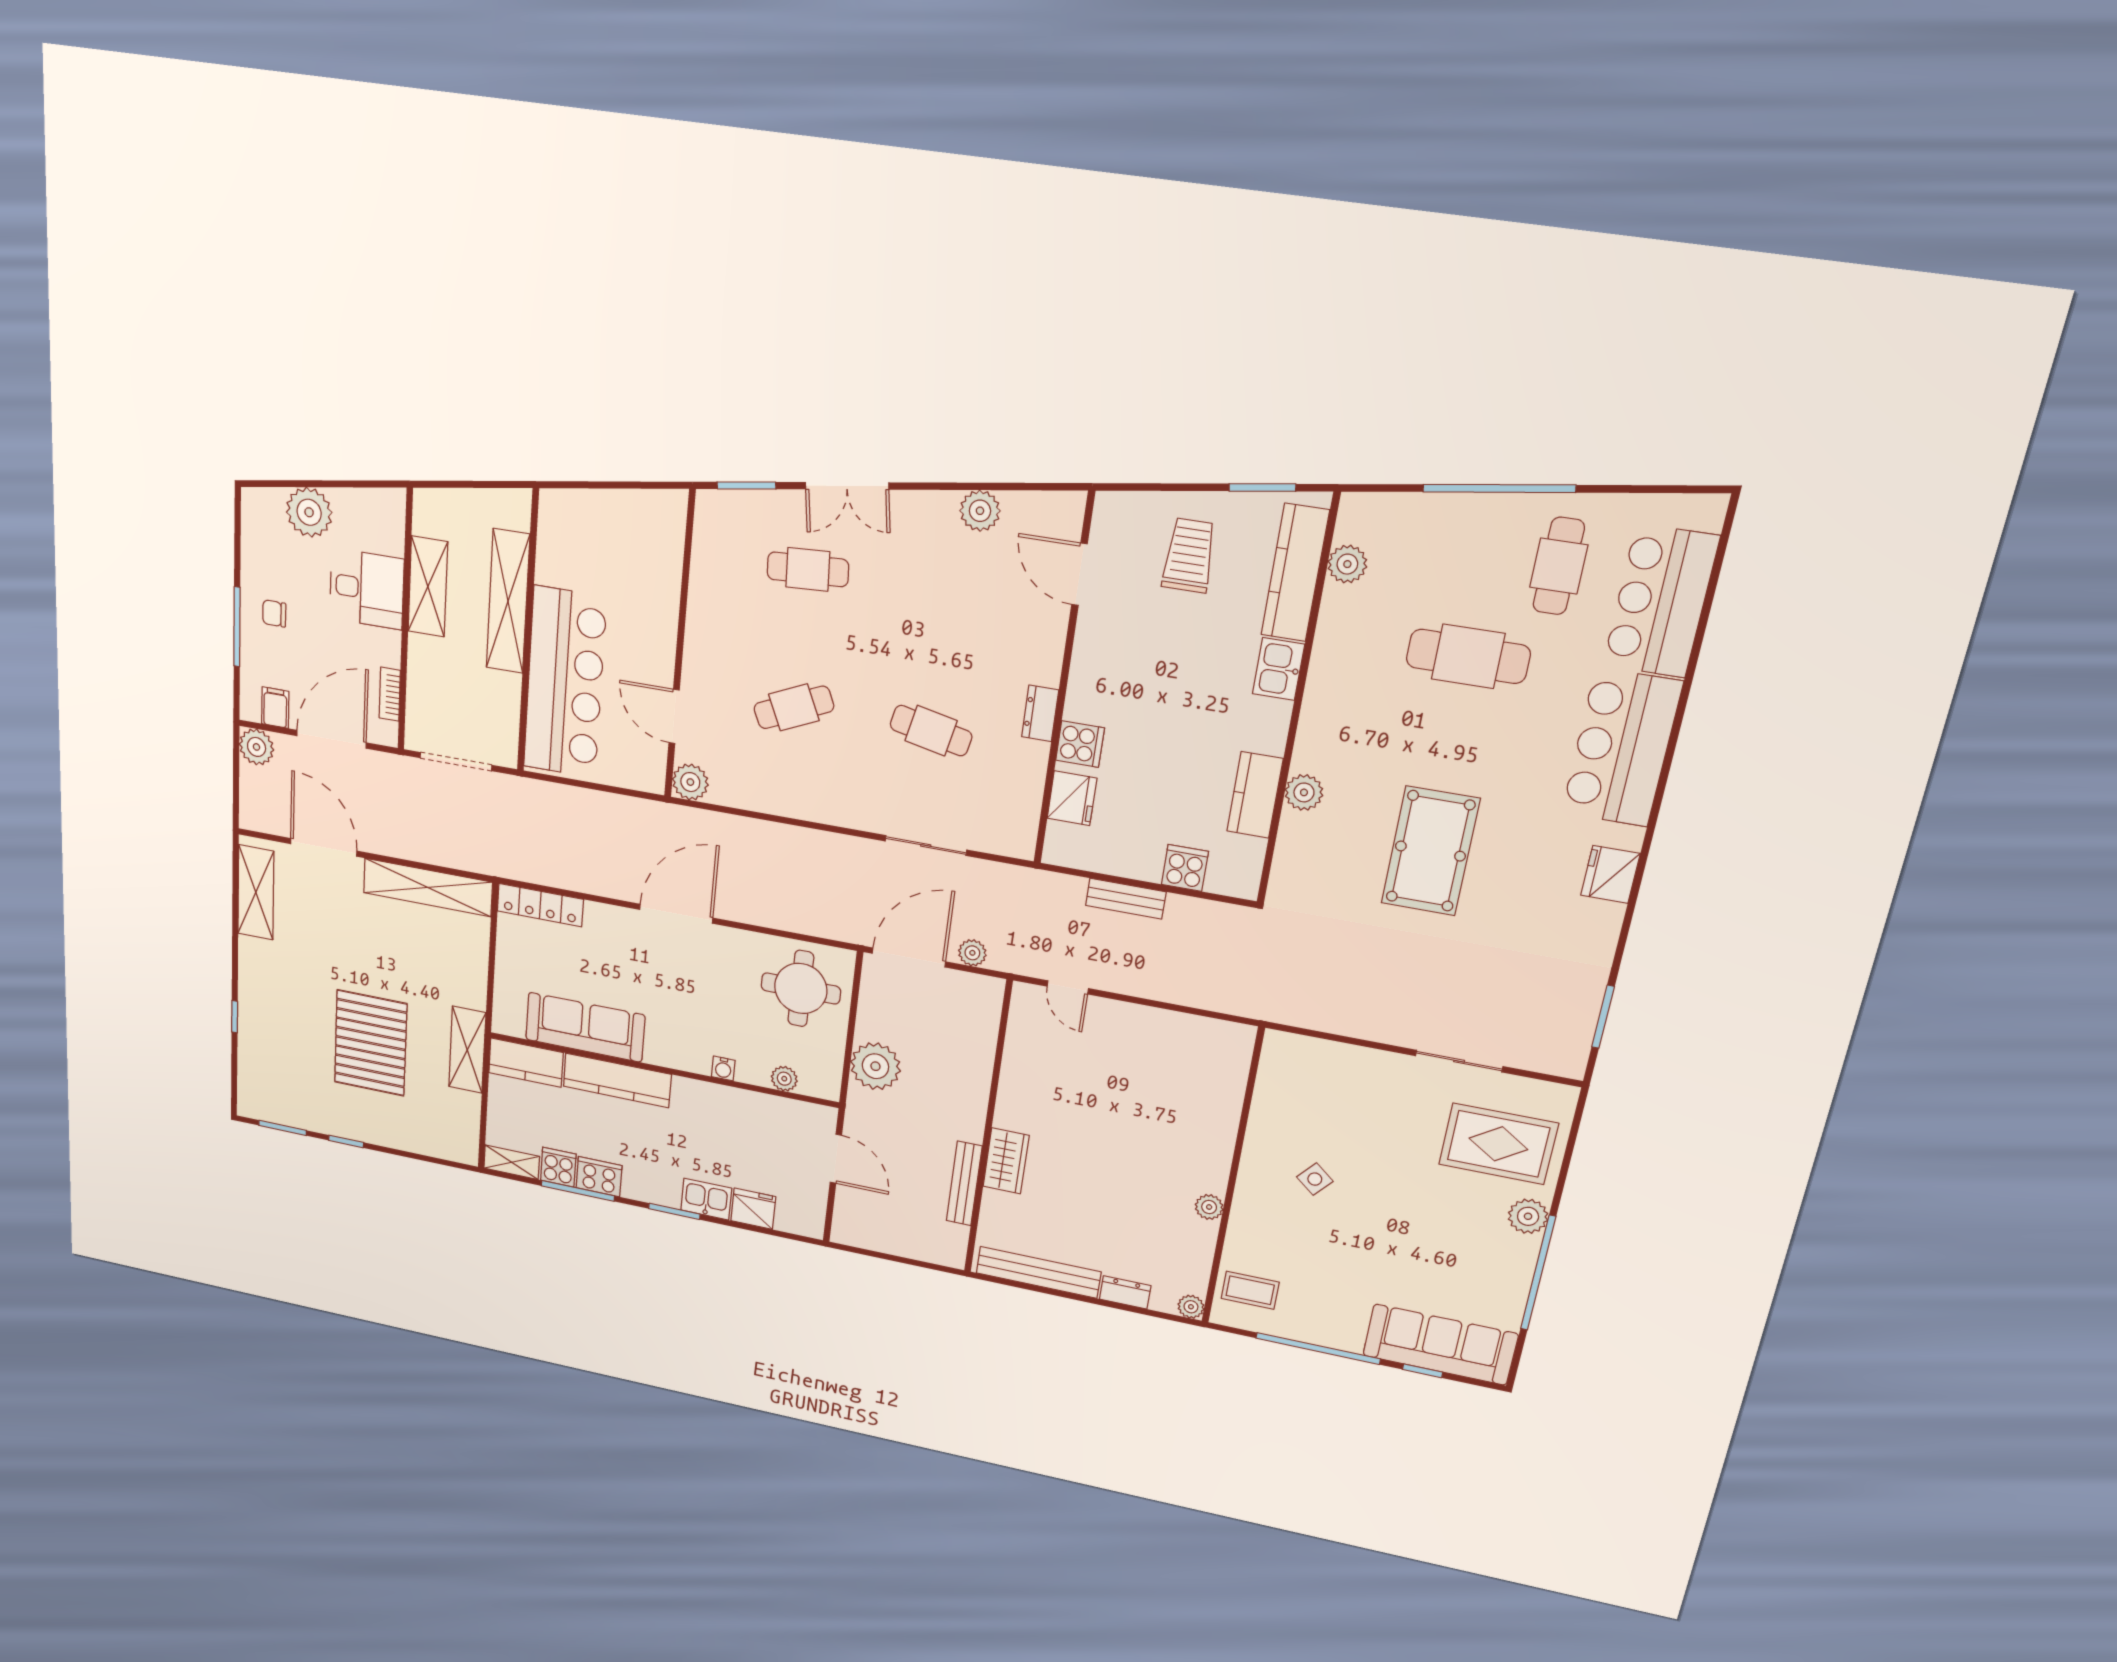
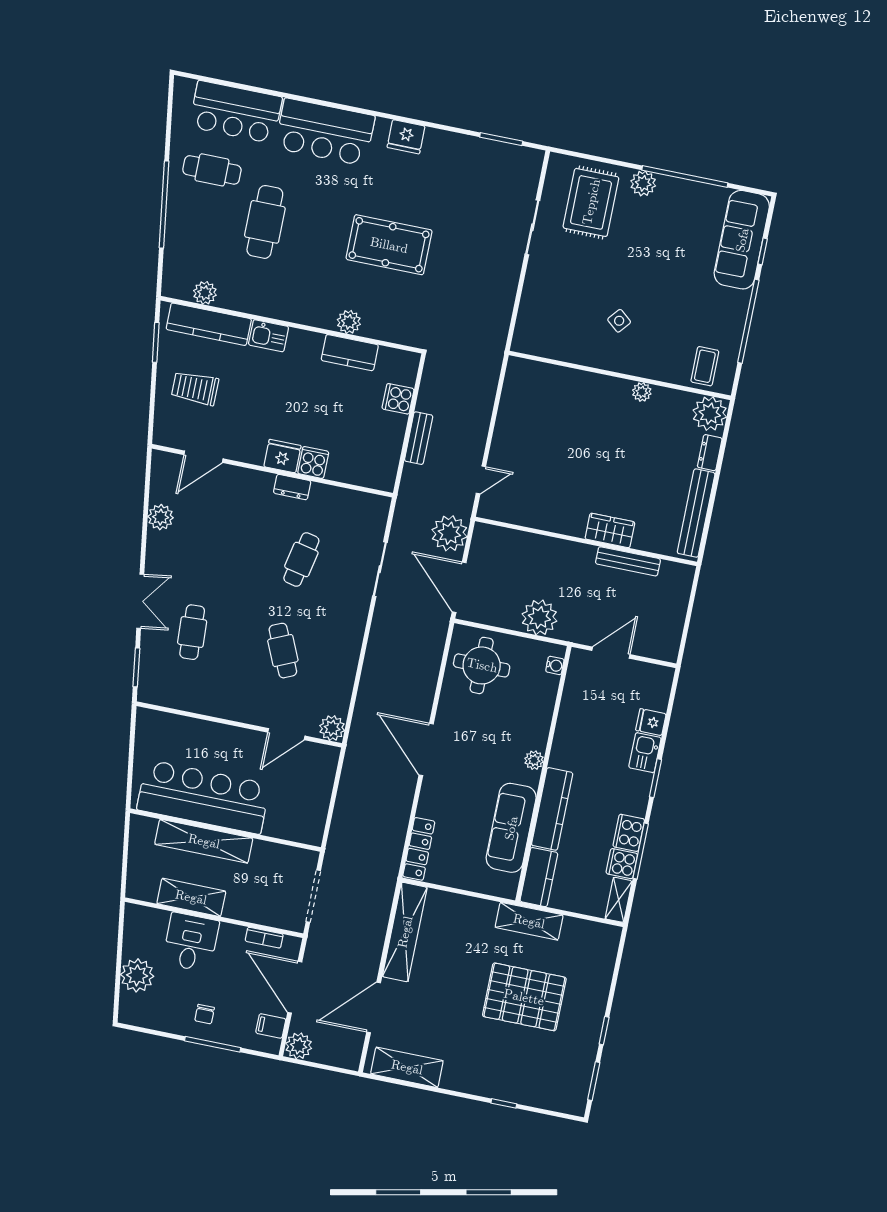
bar counter: (565, 683) -> (203, 797), moved
fridge: (1072, 798) -> (282, 456), moved
plant: (972, 953) -> (449, 533), width x1.87, depth x1.87
water cooler: (723, 1068) -> (555, 665), moved
plant: (784, 1079) -> (534, 760), moved
fridge: (753, 1209) -> (651, 722), width x0.72
plant: (1191, 1307) -> (710, 414), width x1.88, depth x1.88

